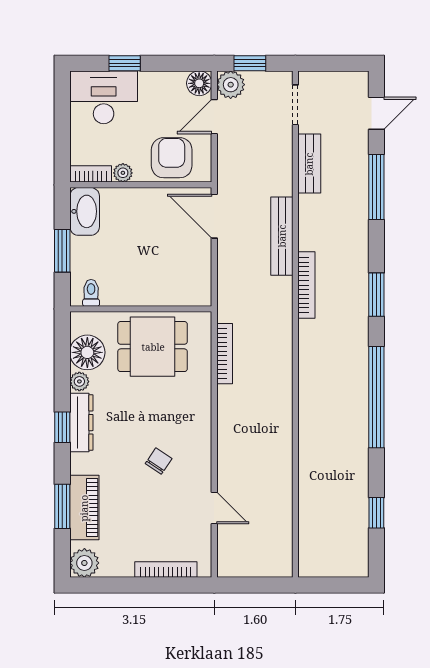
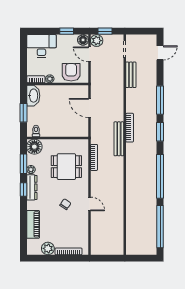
window: (125, 63) -> (67, 31), moved
door: (214, 117) -> (90, 54), hinge flipped
window: (376, 187) -> (160, 100), moved
door: (214, 216) -> (90, 108), moved
bench: (282, 236) -> (119, 139), moved
dining table: (153, 347) -> (66, 167), moved
floor lamp: (87, 352) -> (34, 147), moved
window: (62, 506) -> (23, 164), moved
door: (214, 508) -> (90, 204), moved
window: (376, 513) -> (160, 227), width x3.17
plant: (84, 563) -> (48, 248), moved

